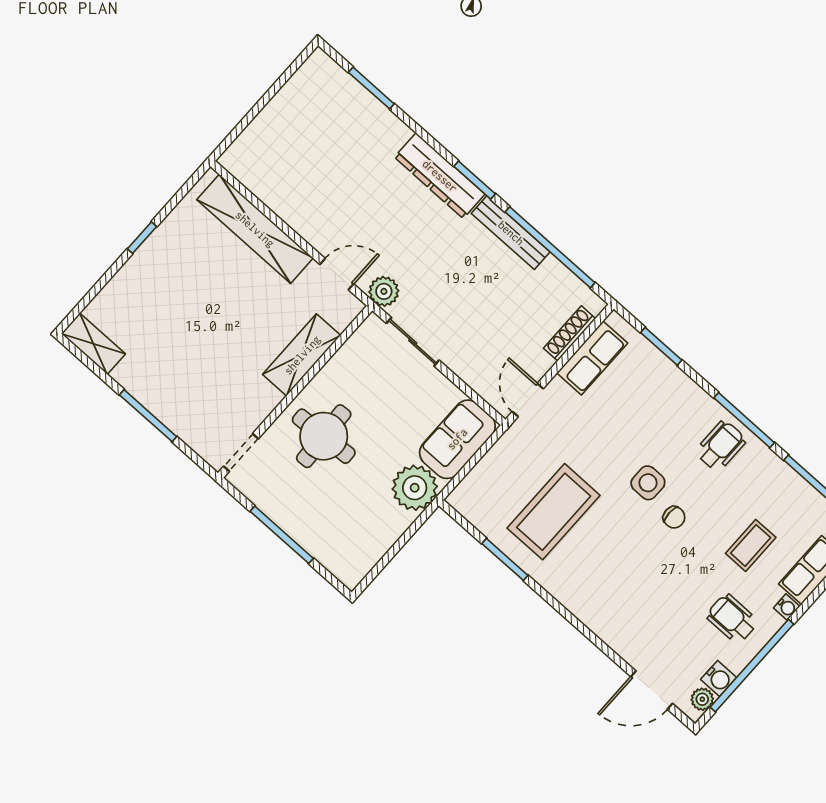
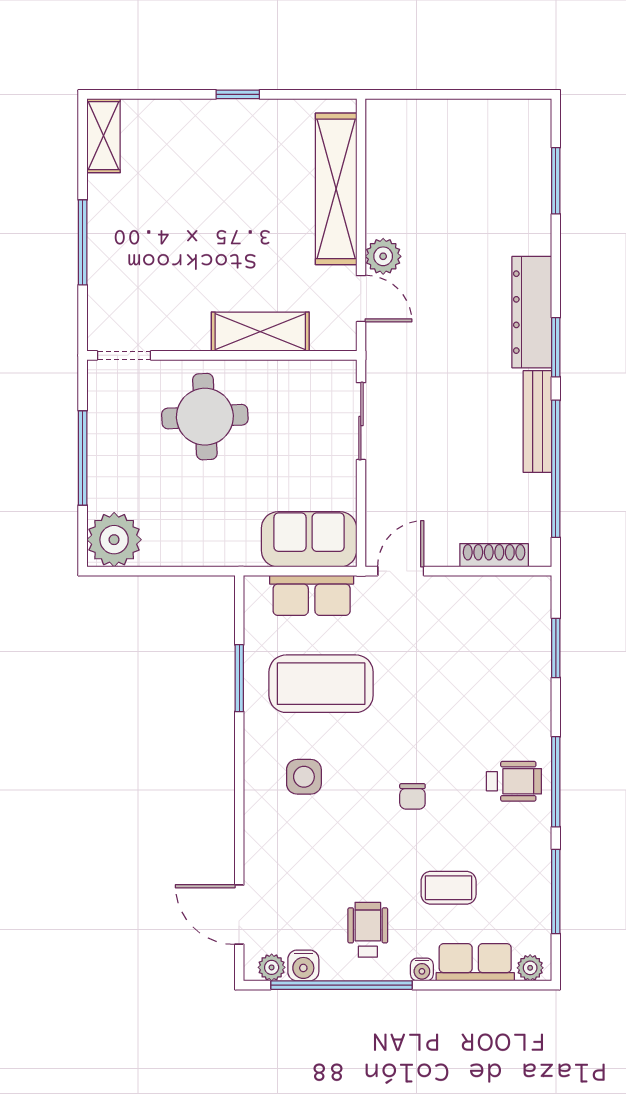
plant: (384, 291) -> (383, 256), moved
row of seats: (592, 358) -> (312, 595), moved
side table: (648, 483) -> (304, 777), moved
plant: (415, 488) -> (114, 540), moved

